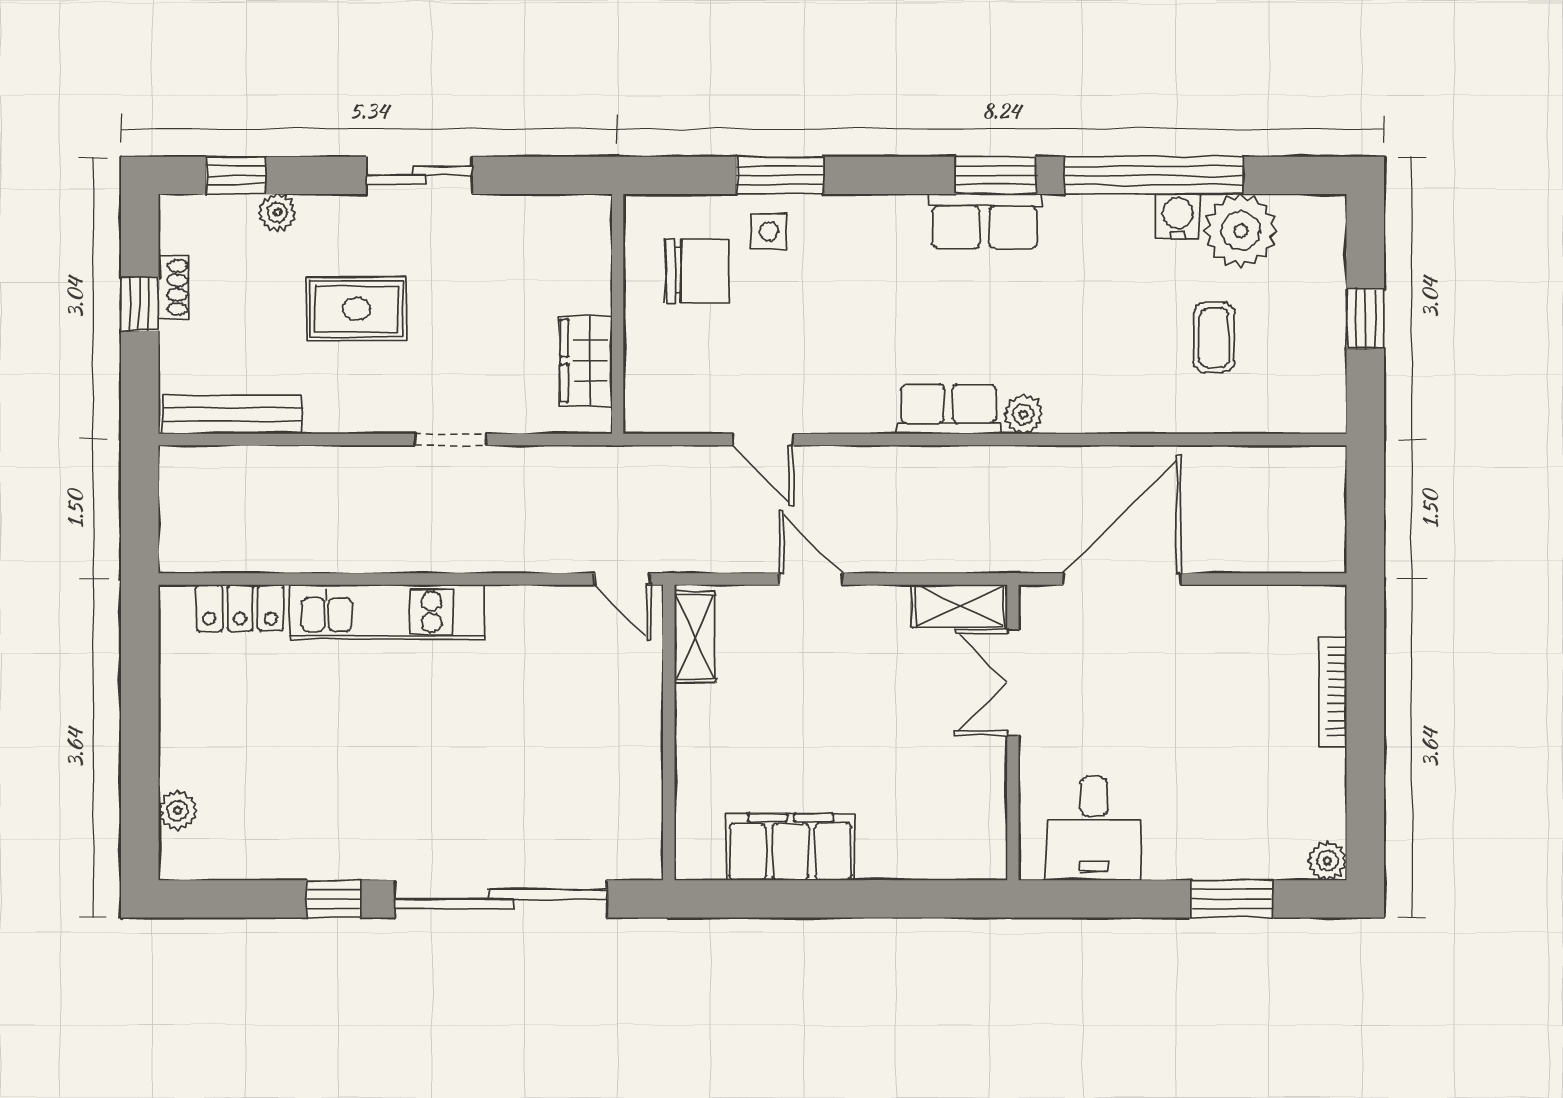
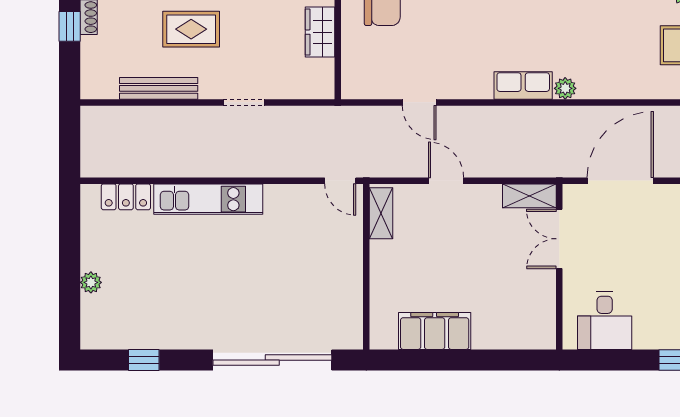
wardrobe: (586, 361) -> (320, 32), moved
bench: (232, 414) -> (159, 88), moved
plant: (178, 810) -> (91, 282), moved
window: (334, 899) -> (144, 360), moved

